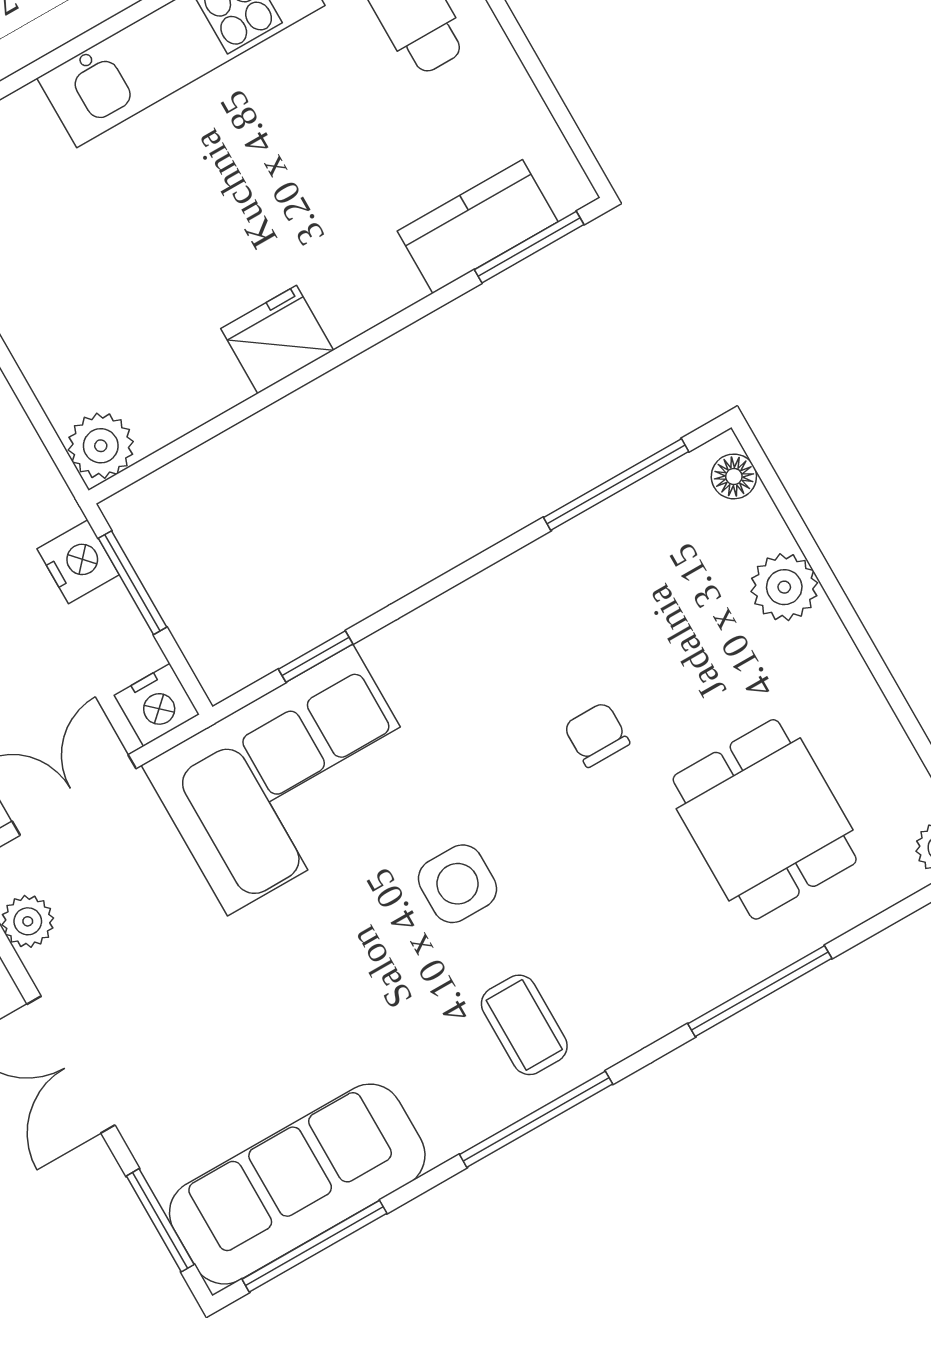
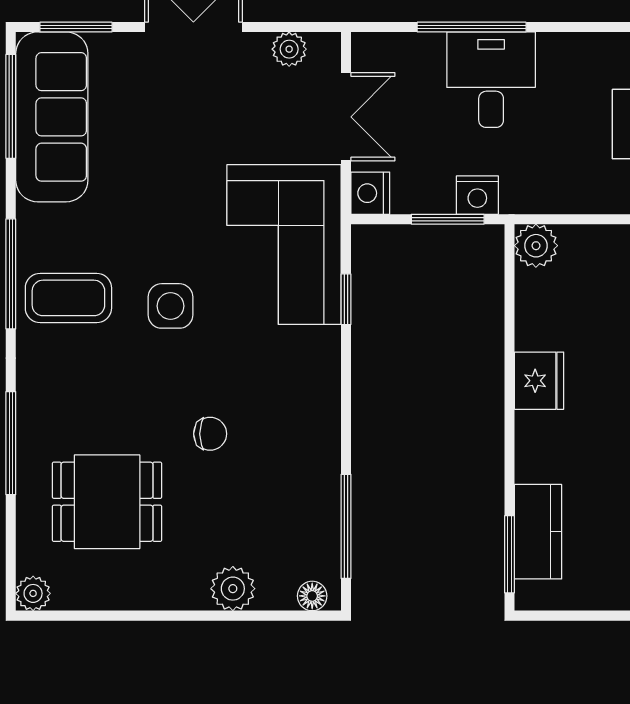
coffee table: (524, 1025) -> (68, 298), width x1.36, depth x1.30

